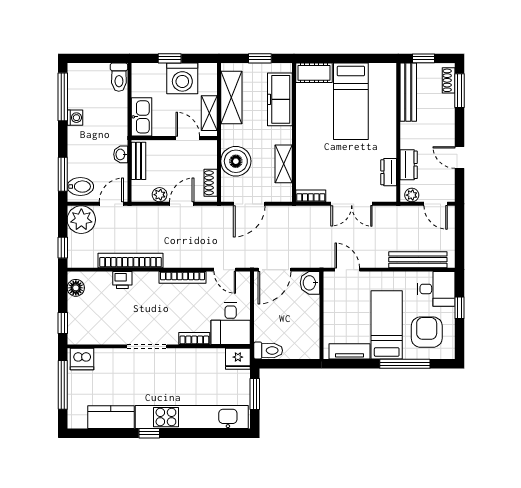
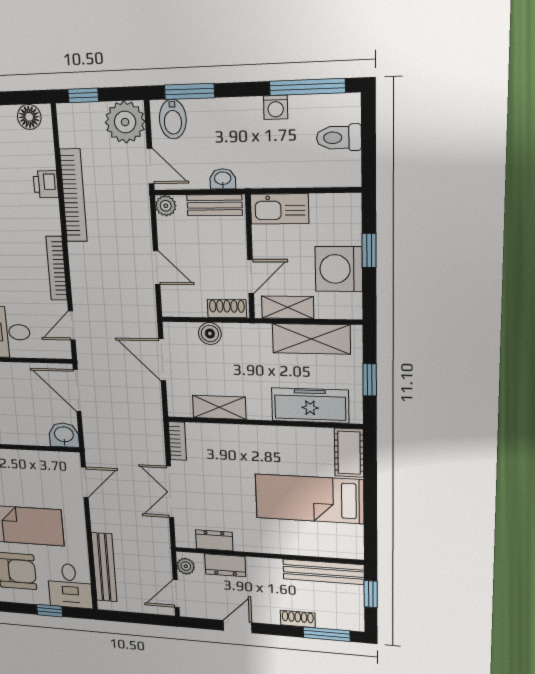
toilet: (119, 77) -> (339, 138), moved
shoe rack: (449, 80) -> (298, 619), moved
boiler: (236, 161) -> (210, 334), width x0.54, depth x0.54
shoe rack: (211, 183) -> (227, 309), moved
plant: (160, 195) -> (166, 206), moved

